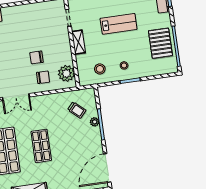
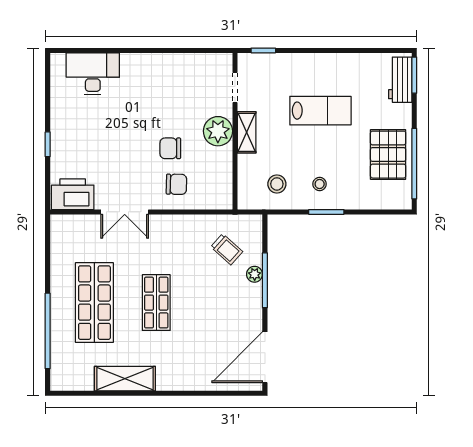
plant: (66, 73) -> (218, 131), moved

